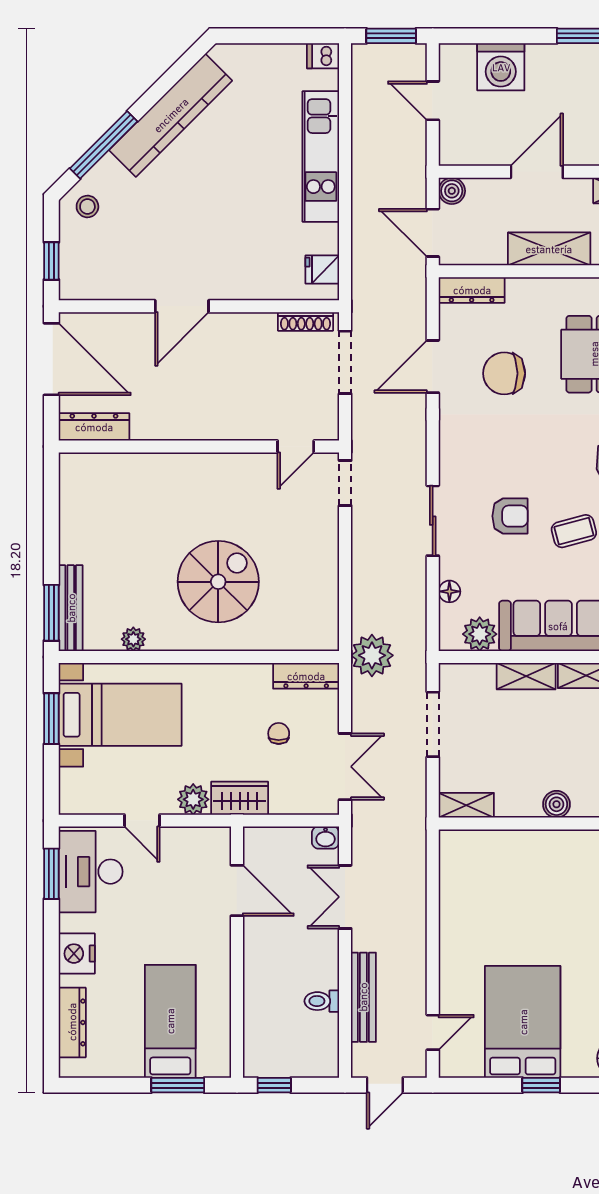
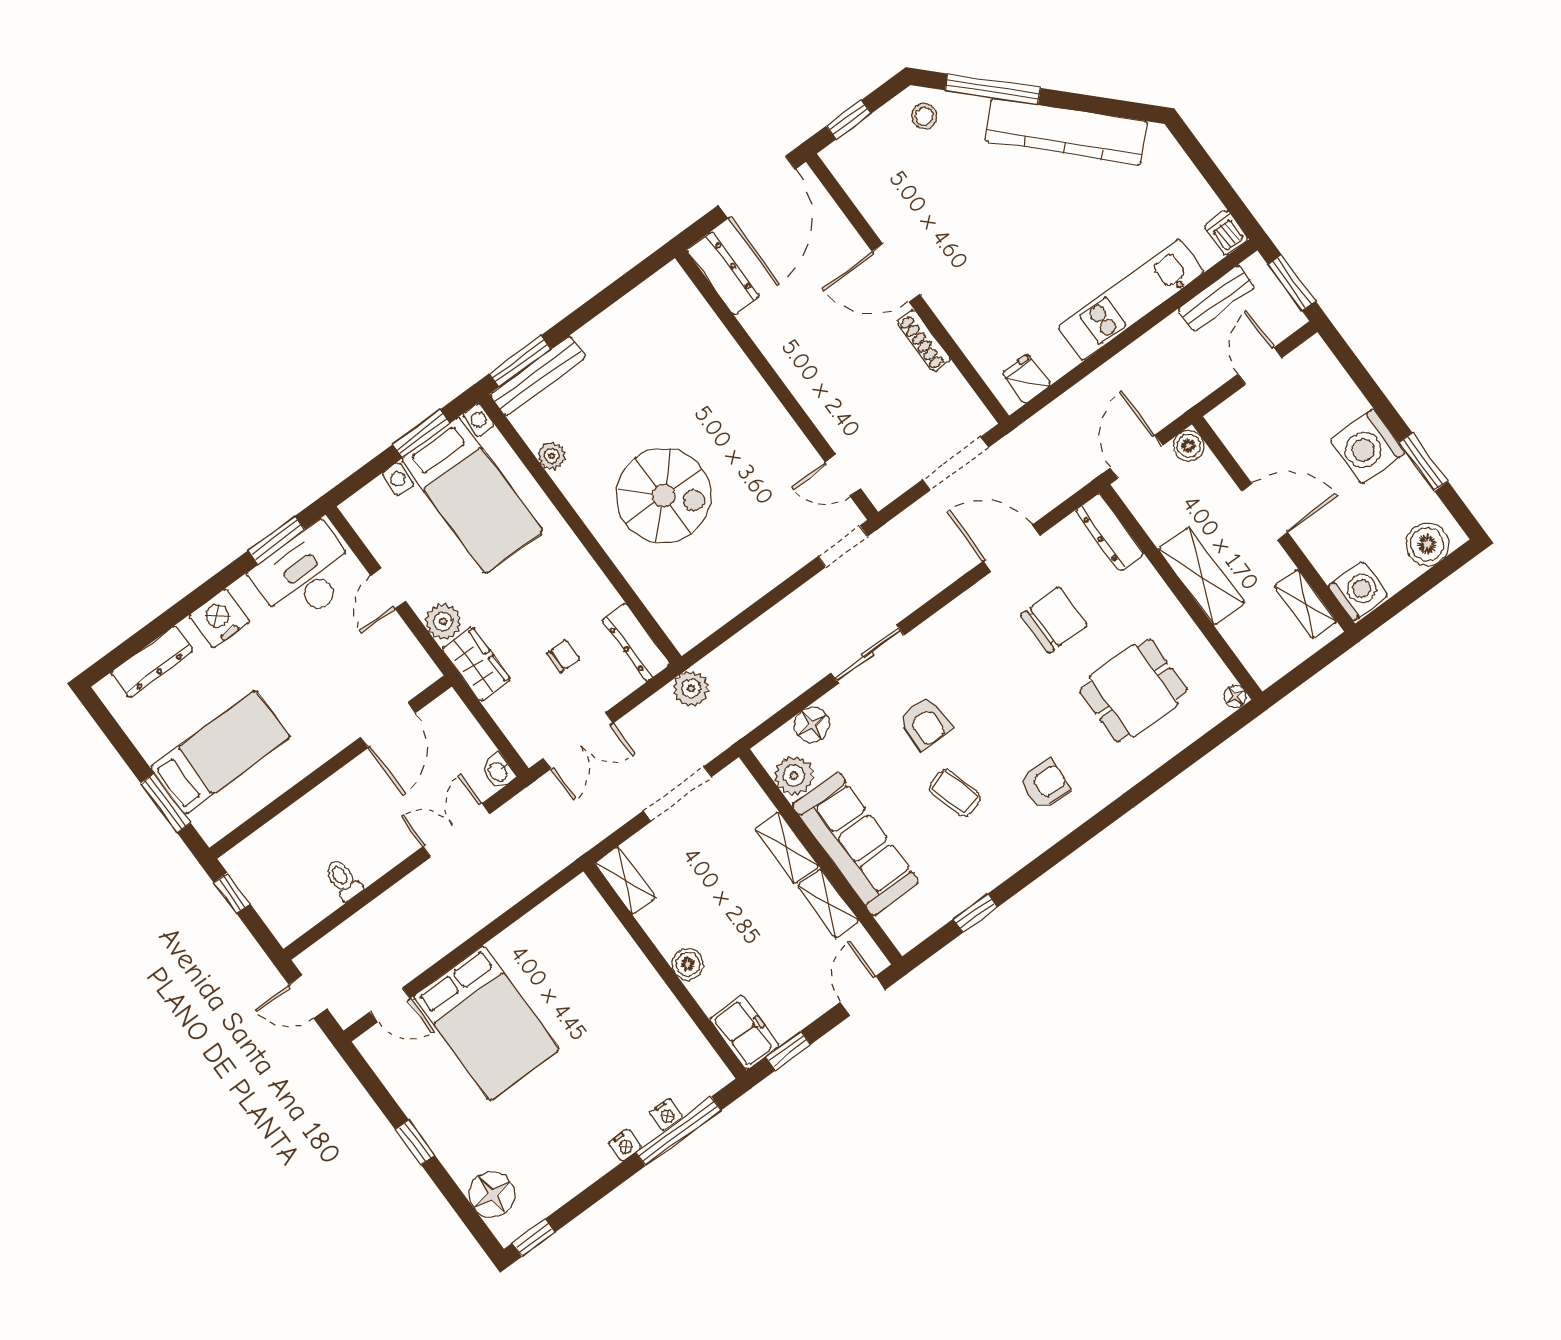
washing machine: (501, 67) -> (1368, 447), moved
shoe rack: (306, 321) -> (924, 341), moved
chair: (504, 373) -> (1054, 620), turned 90
floor lamp: (449, 591) -> (812, 725), width x1.37, depth x1.37
plant: (372, 655) -> (691, 688), width x0.73, depth x0.73
bench: (363, 997) -> (1216, 298), moved, width x0.73
bed: (523, 1022) -> (486, 1023), moved, turned 90

